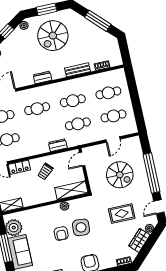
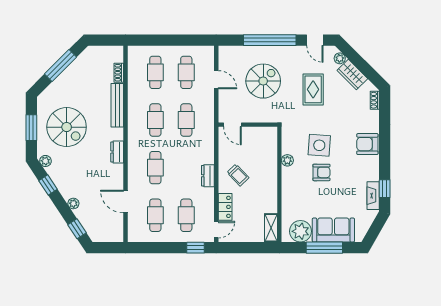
bench: (77, 70) -> (117, 105), width x1.36
dresser: (58, 145) -> (208, 176), moved
shelving: (71, 190) -> (269, 147), removed

